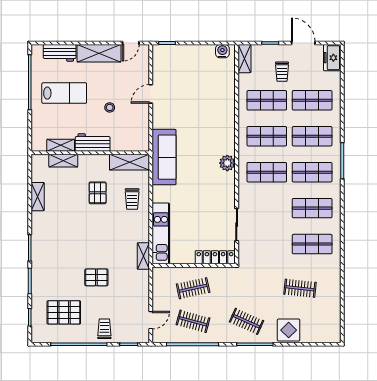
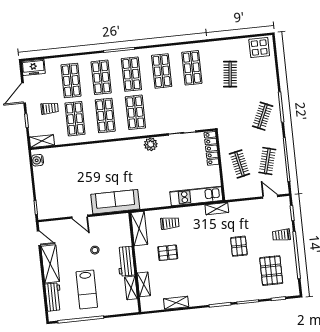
lab bench: (64, 93) -> (87, 290), turned 180
sofa: (164, 157) -> (115, 202), moved
plant: (227, 163) -> (151, 144), moved
display table: (289, 330) -> (259, 48), moved

